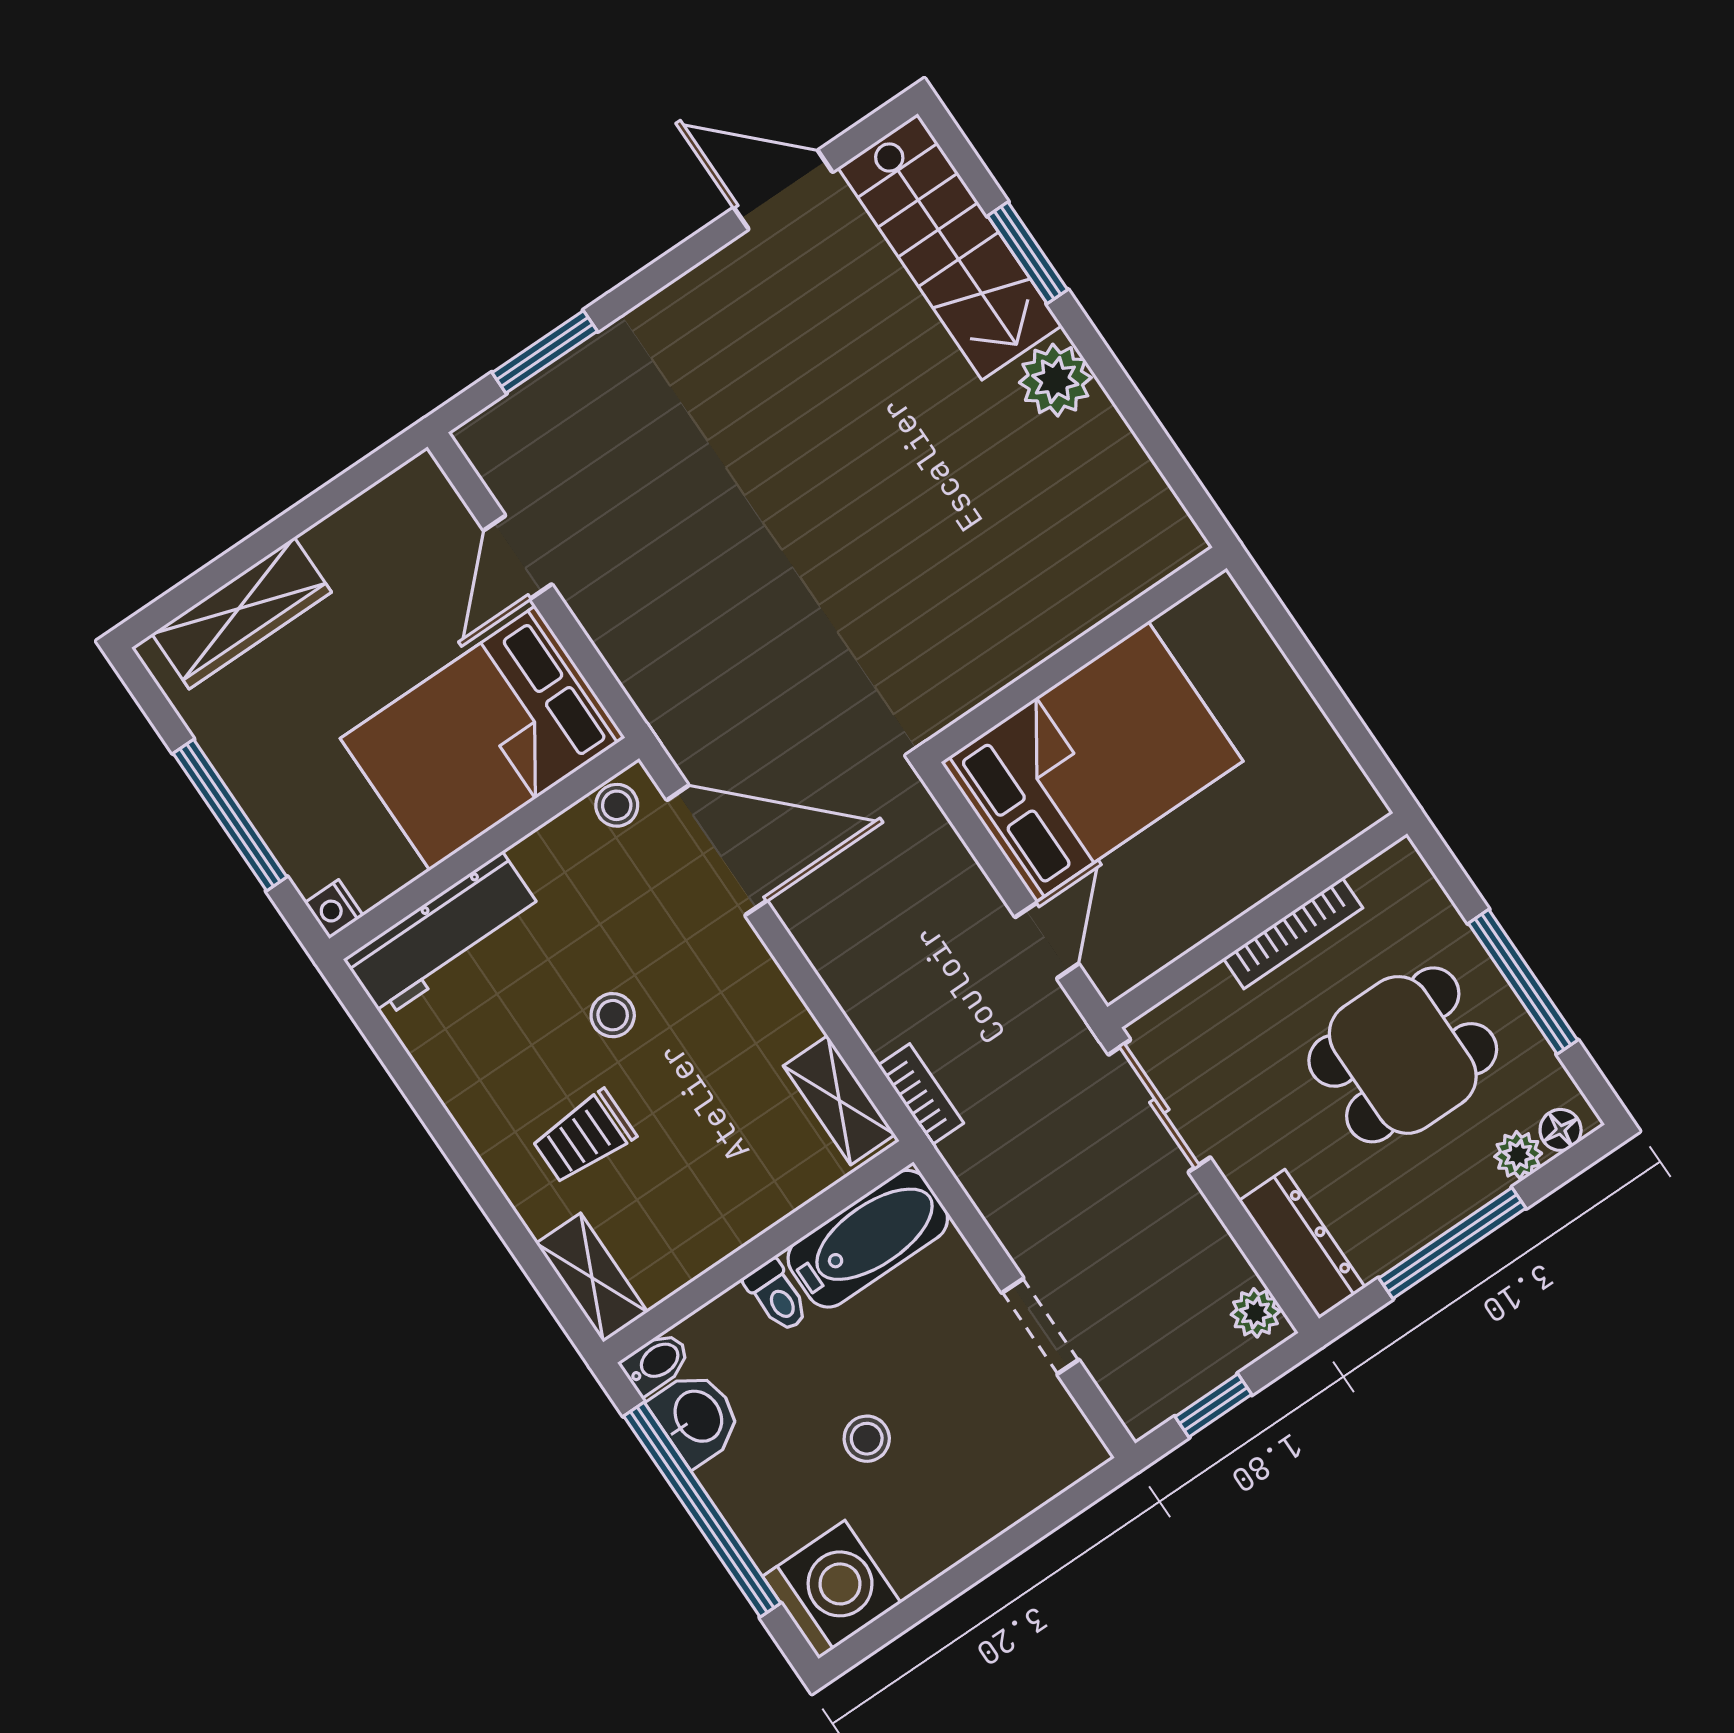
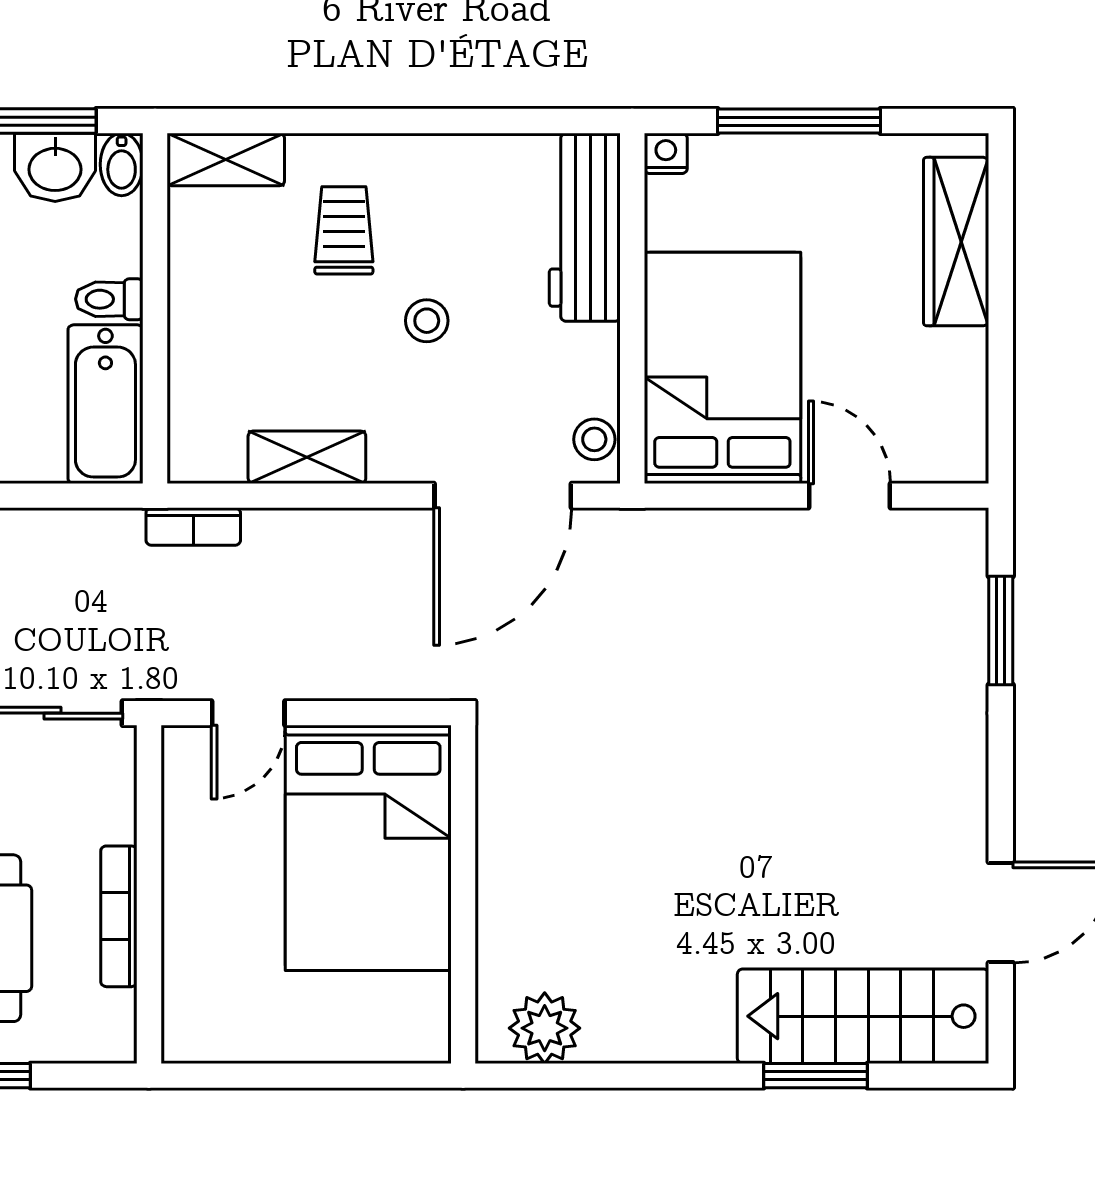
plant: (1055, 380) -> (545, 1028), moved
door: (1047, 940) -> (248, 713), hinge flipped
shelving: (839, 1100) -> (307, 457), moved

